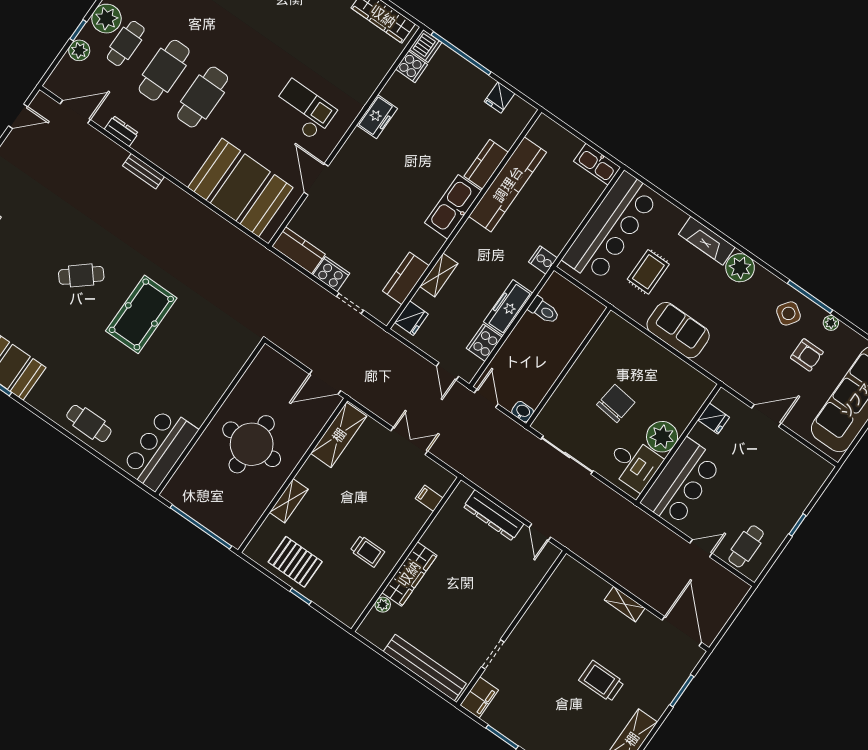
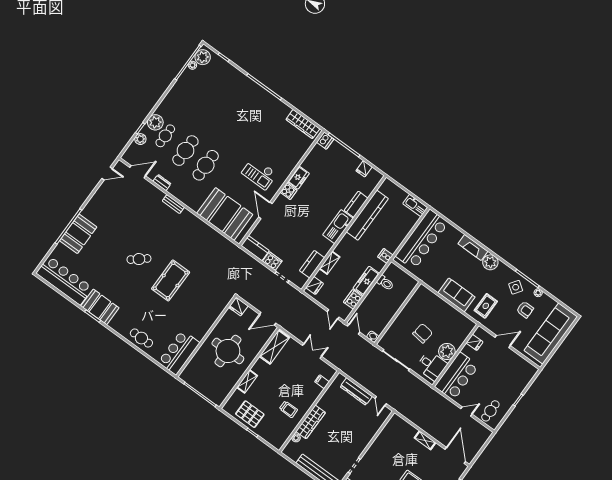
cooker: (412, 67) -> (288, 191), moved
checkout: (303, 110) -> (259, 173), turned 180
rug: (648, 272) -> (486, 306), moved
fridge: (269, 361) -> (238, 307), added

